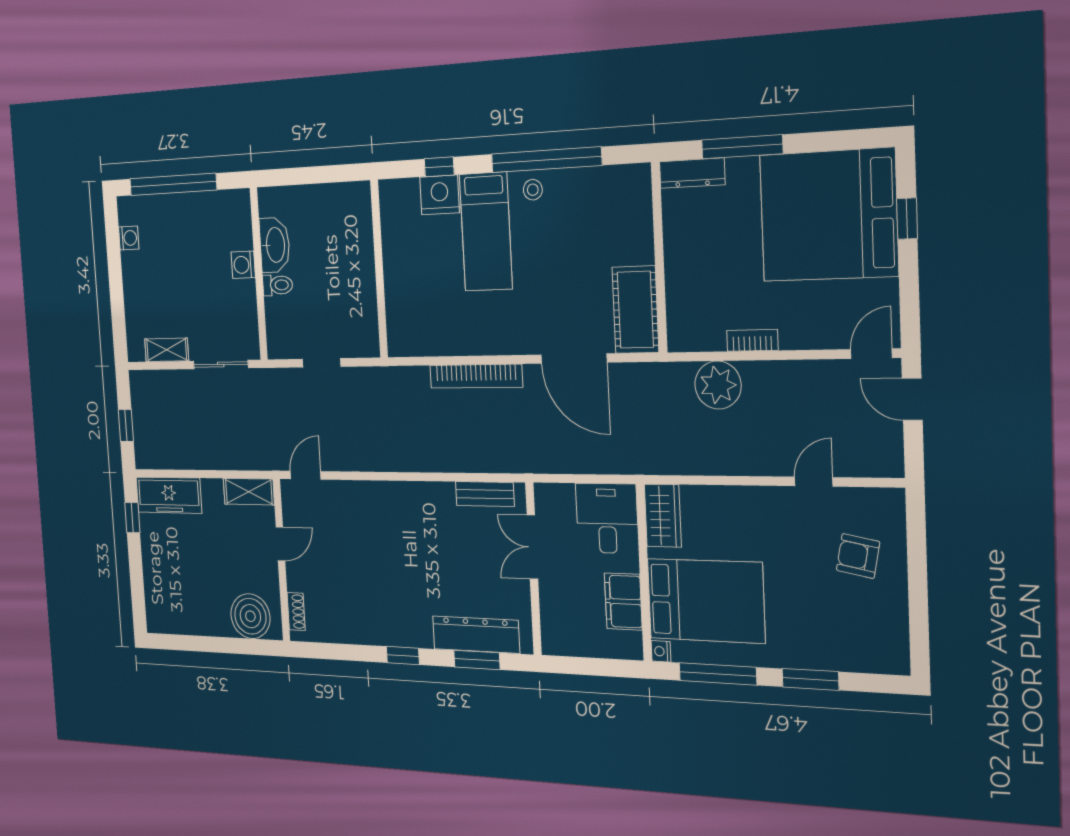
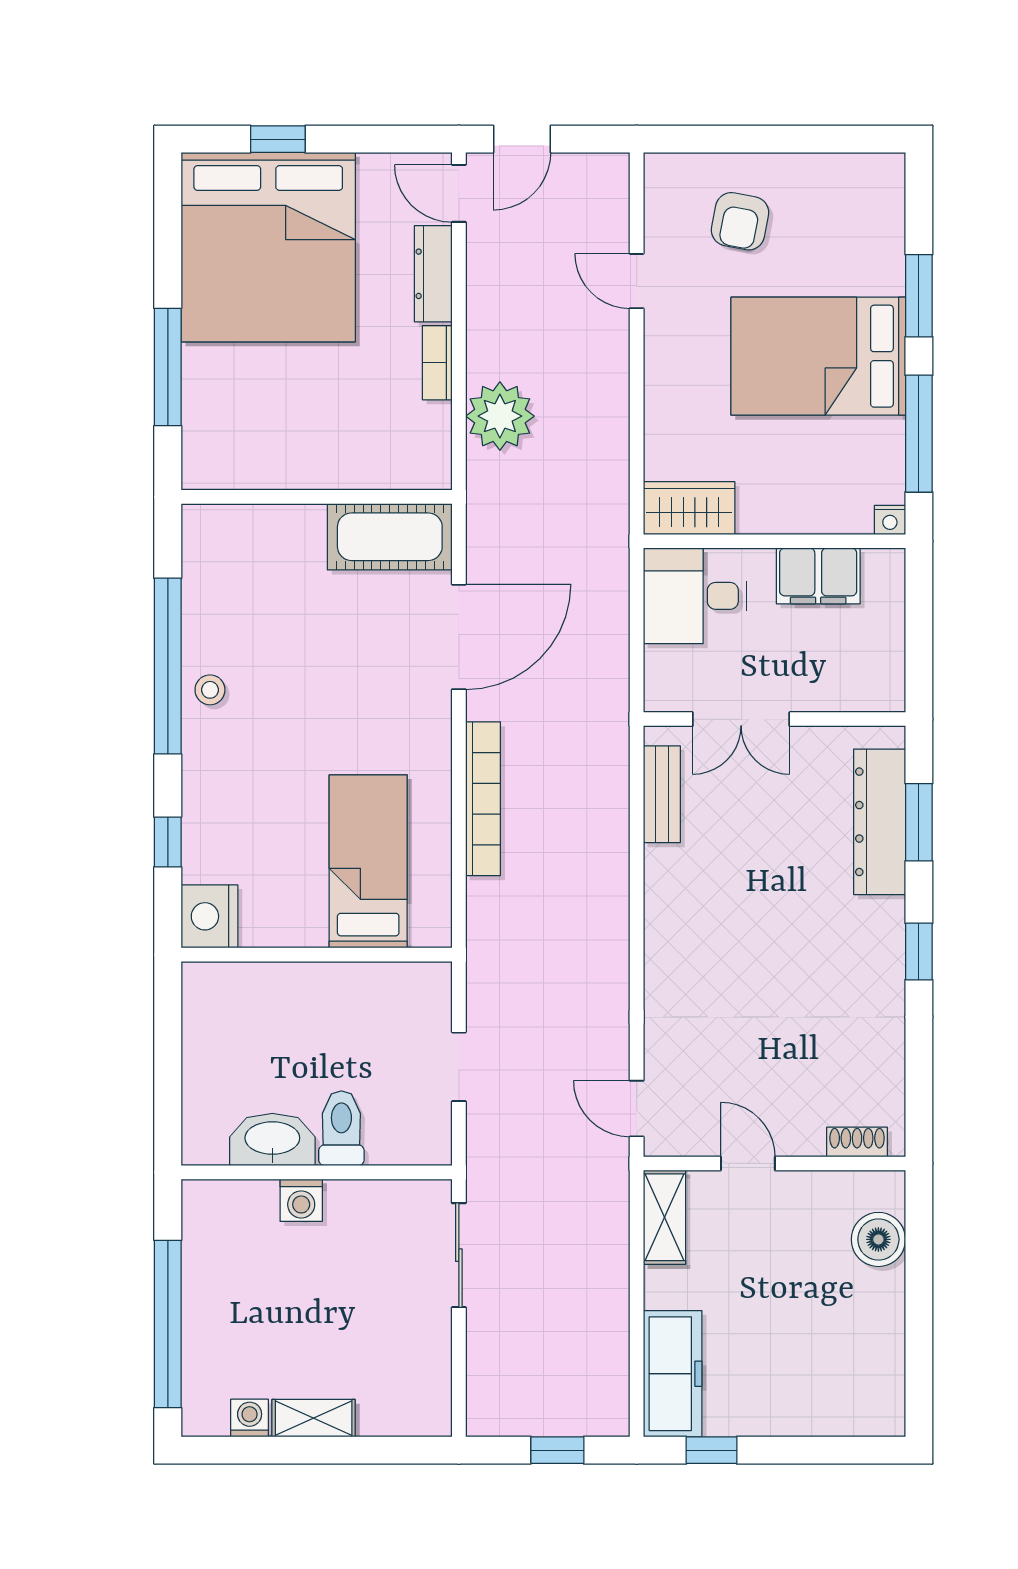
dresser: (692, 173) -> (433, 274), moved, turned 180
nightstand: (440, 195) -> (209, 916), moved
bed: (486, 232) -> (368, 861), moved, turned -90
toilet: (278, 285) -> (341, 1128), width x1.37, depth x1.39
shelving: (167, 350) -> (314, 1418), moved, turned 90
bed: (706, 601) -> (818, 356), moved, turned -90
boiler: (250, 616) -> (878, 1239), width x0.73, depth x0.73

